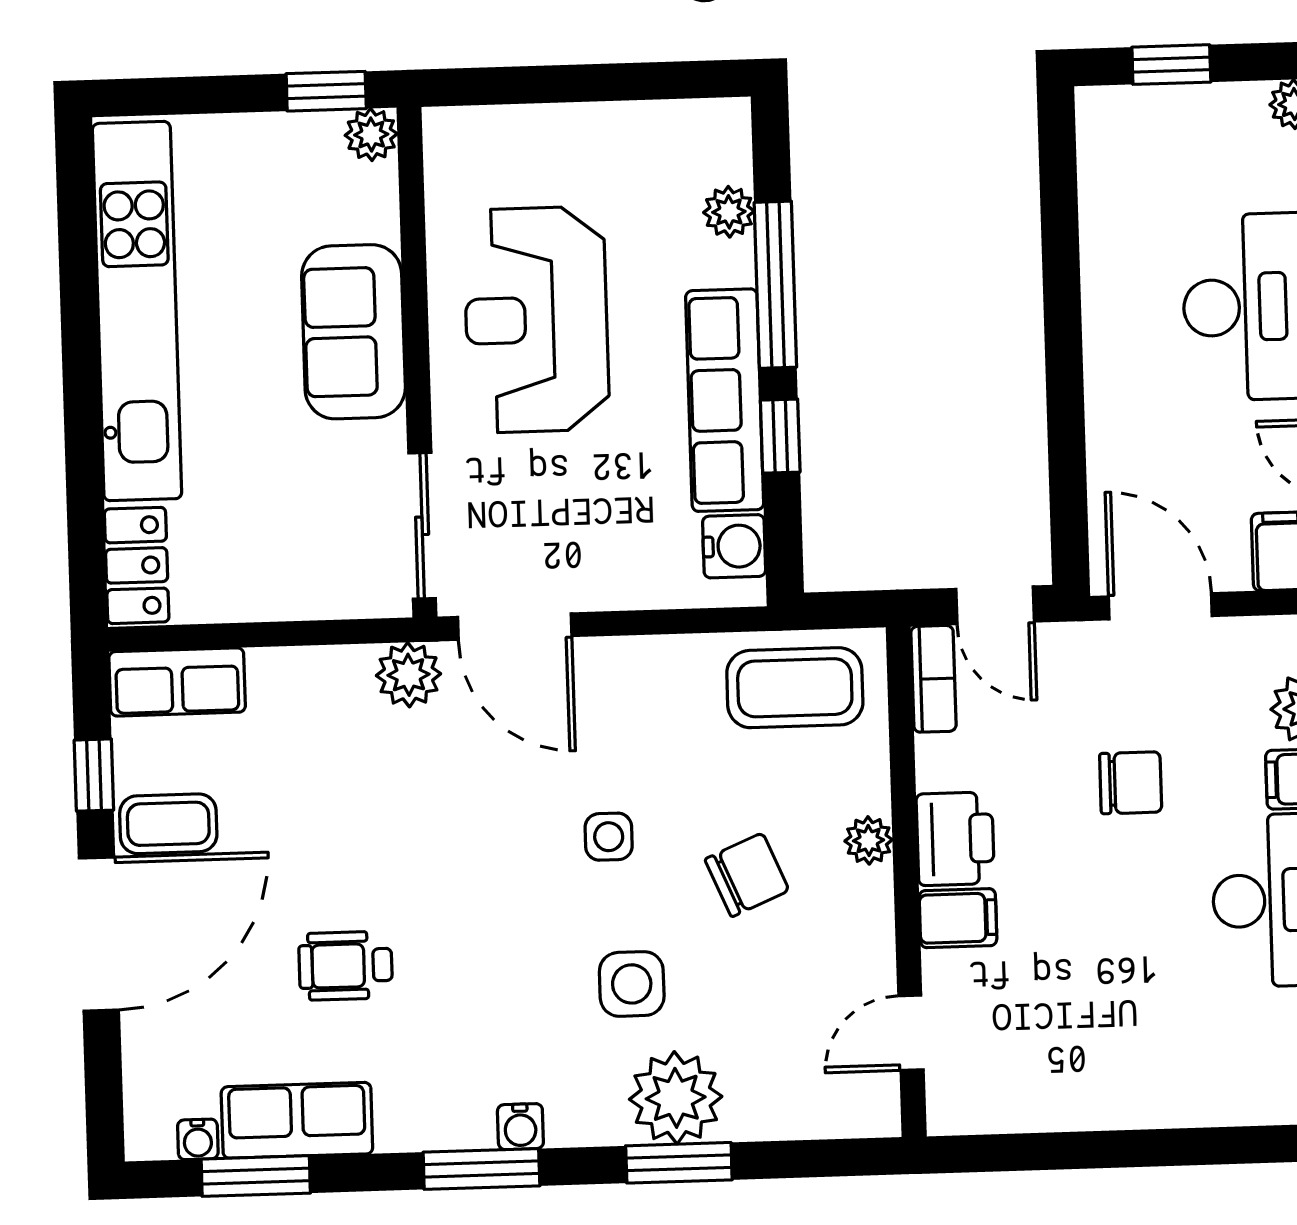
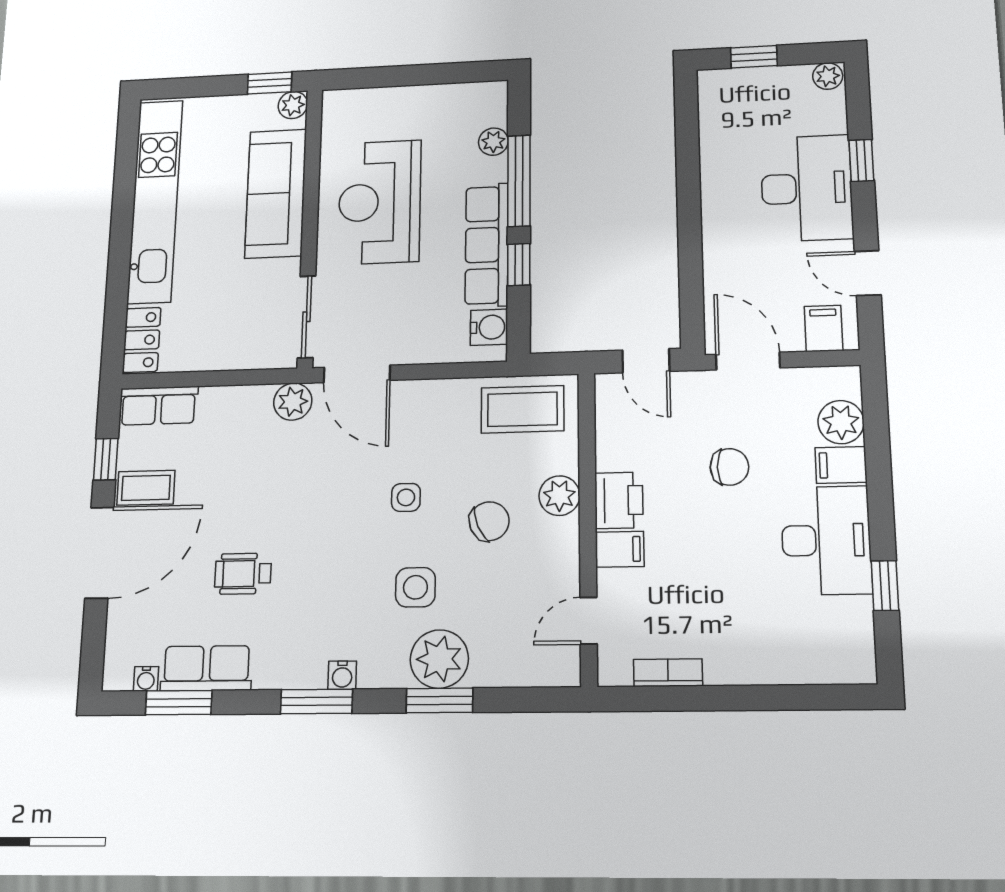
sofa: (353, 332) -> (276, 193), width x1.36
bookcase: (933, 679) -> (668, 673), moved, turned -90
plant: (869, 840) -> (559, 496), width x1.38, depth x1.38

